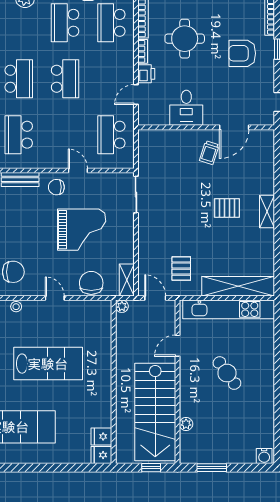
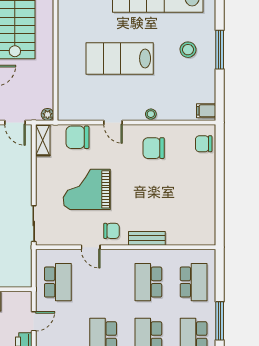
school desk: (19, 135) -> (148, 282), turned 180
chair: (91, 283) -> (77, 137), turned 90

